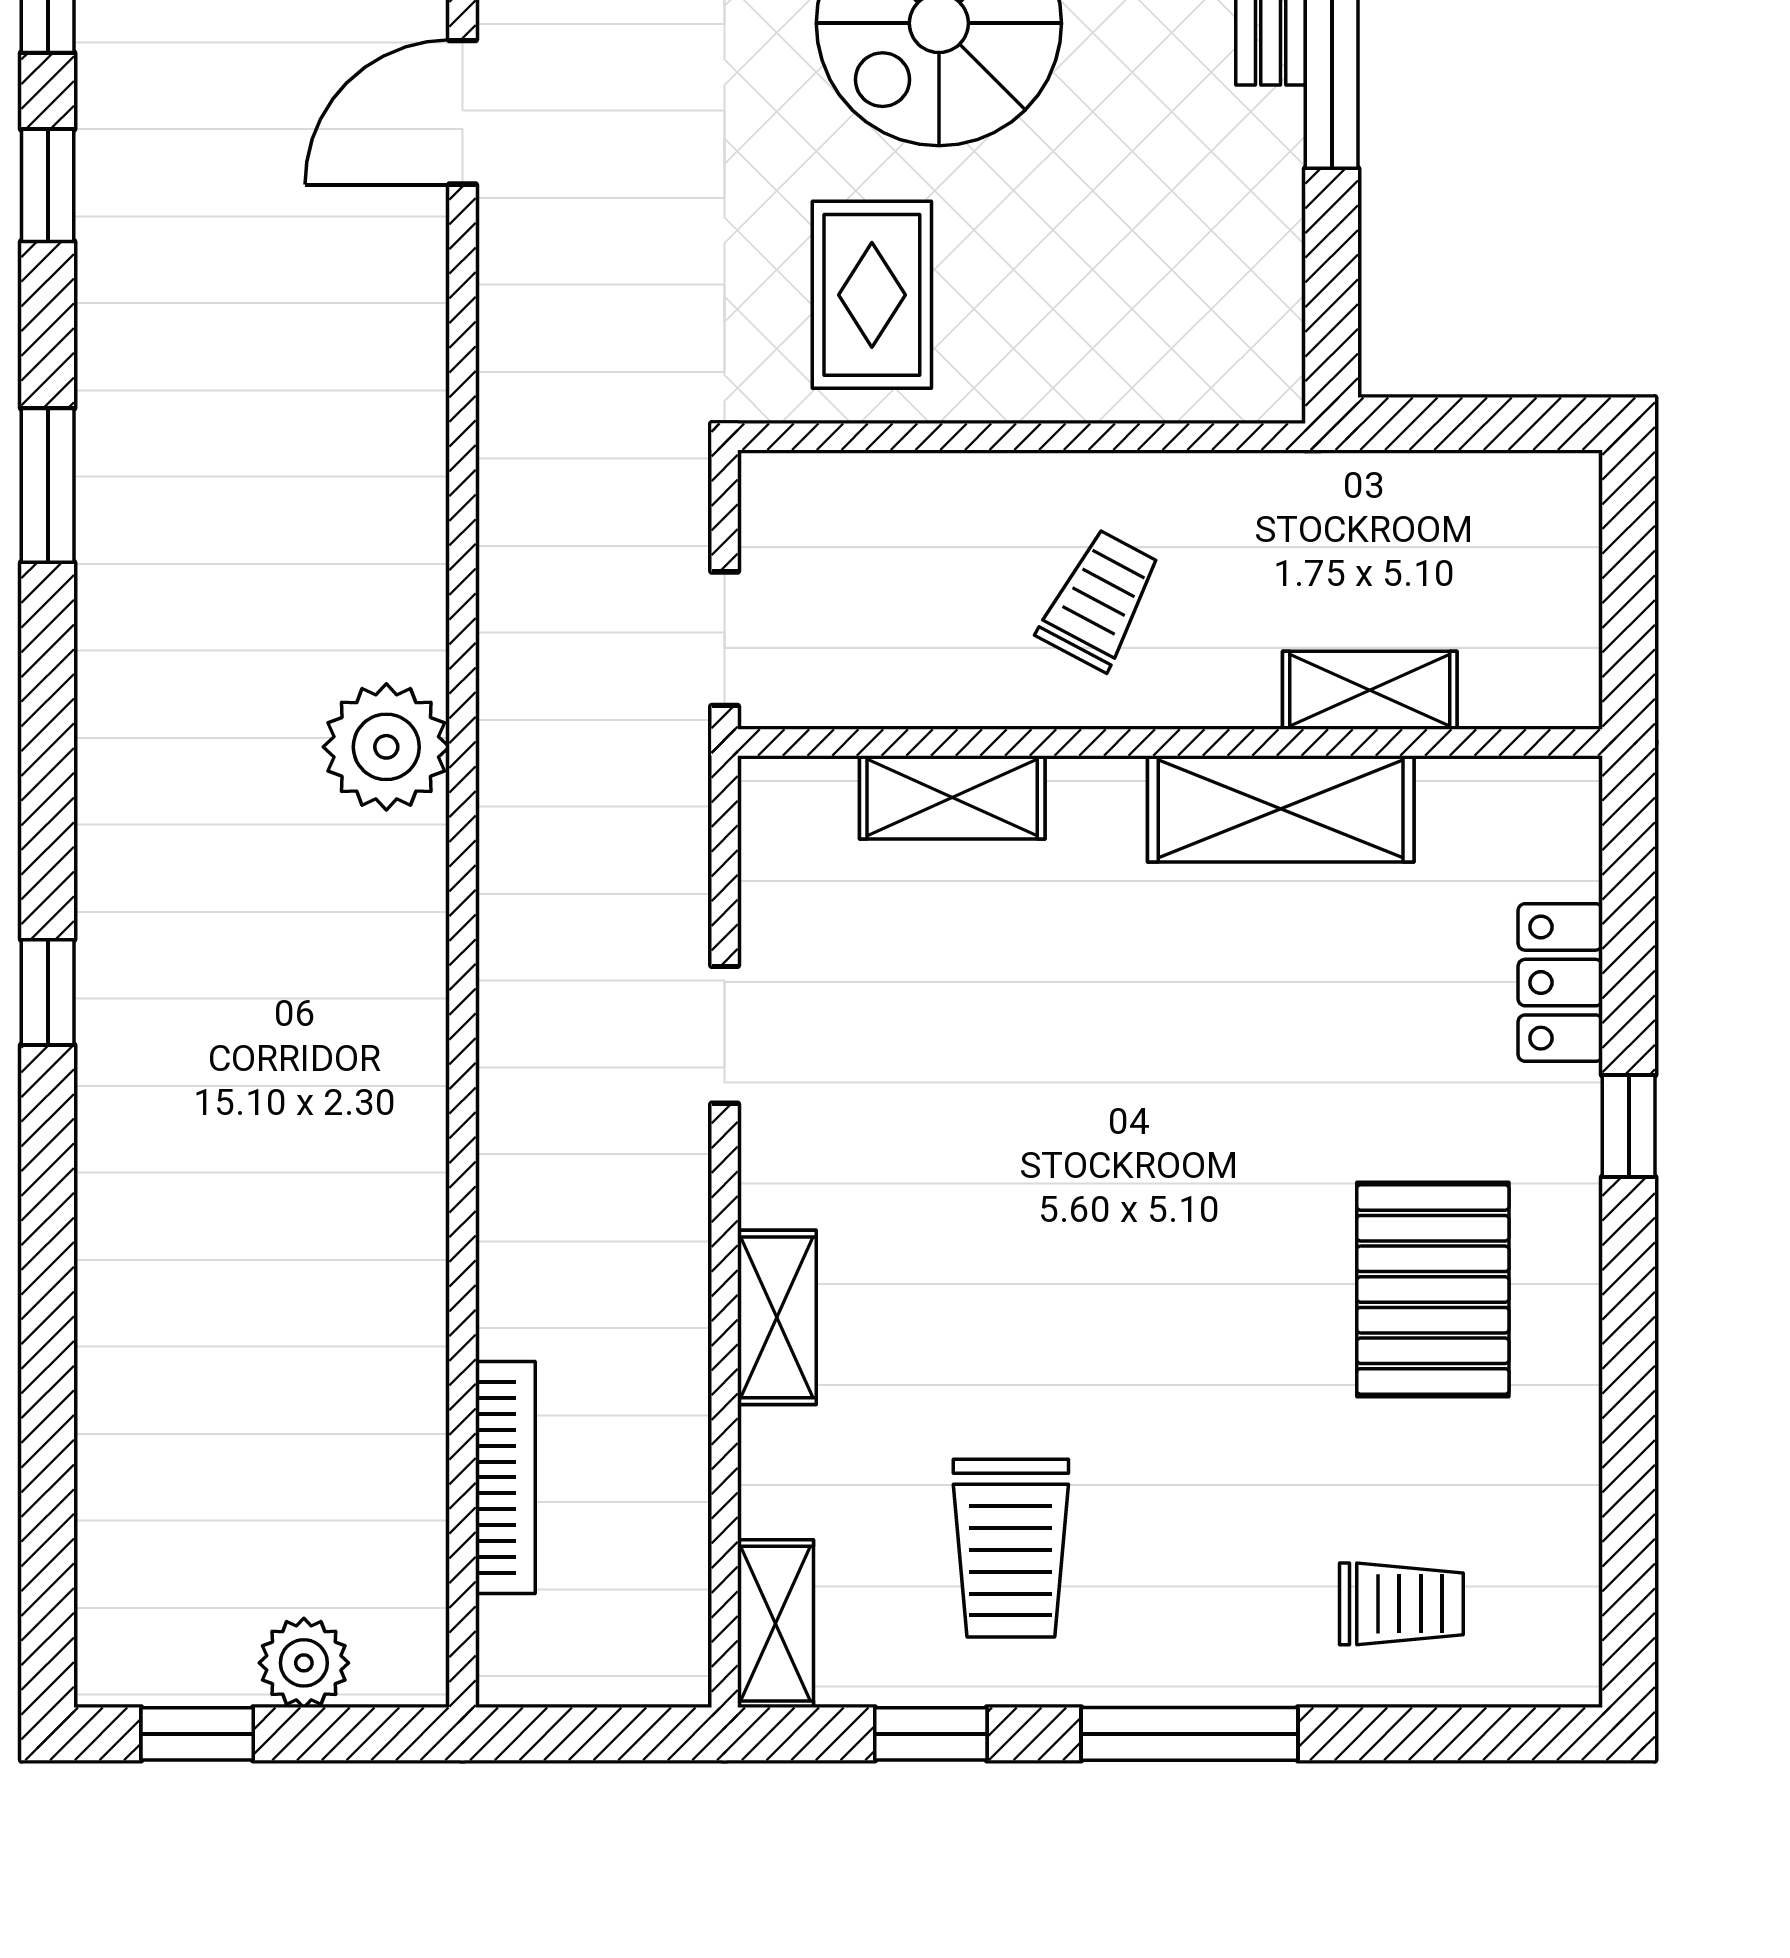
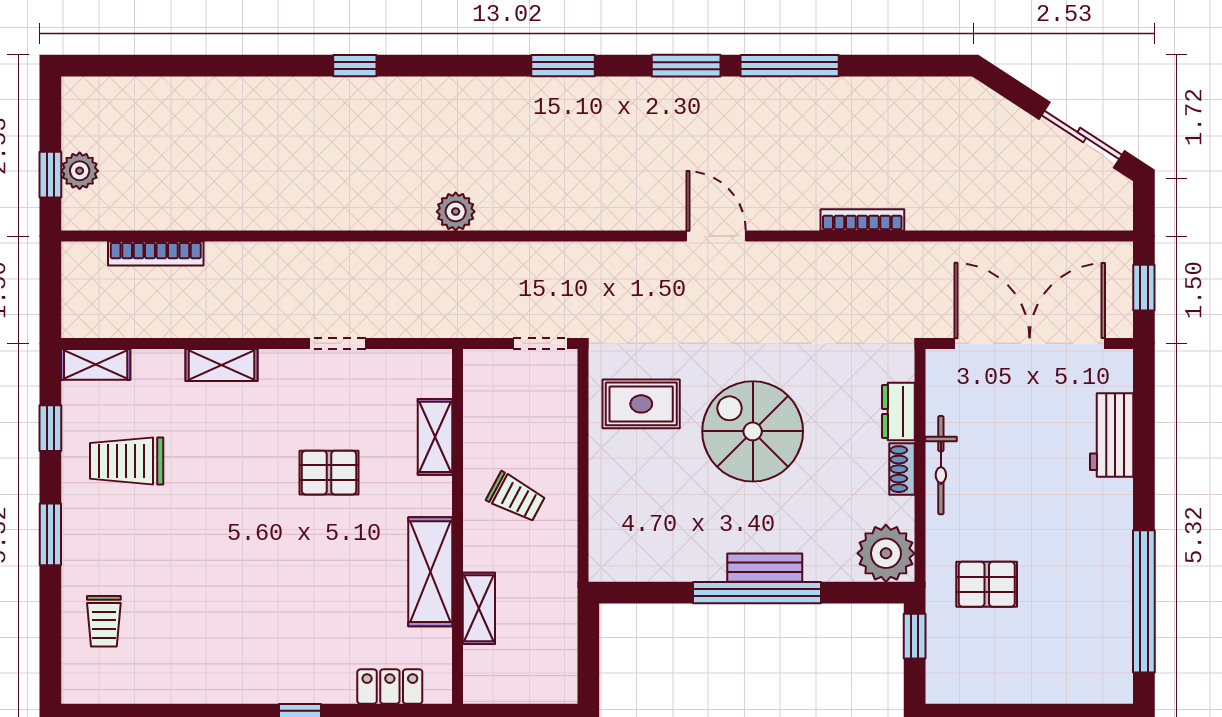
window: (48, 185) -> (686, 66), width x1.50
doorway: (725, 639) -> (541, 343), moved
plant: (386, 747) -> (456, 212), width x0.73, depth x0.73
locker: (1560, 983) -> (390, 687), moved
pallet: (1433, 1289) -> (329, 473), moved, width x0.67, depth x0.71
window: (197, 1734) -> (50, 175), moved
window: (1190, 1734) -> (50, 534), width x0.69

